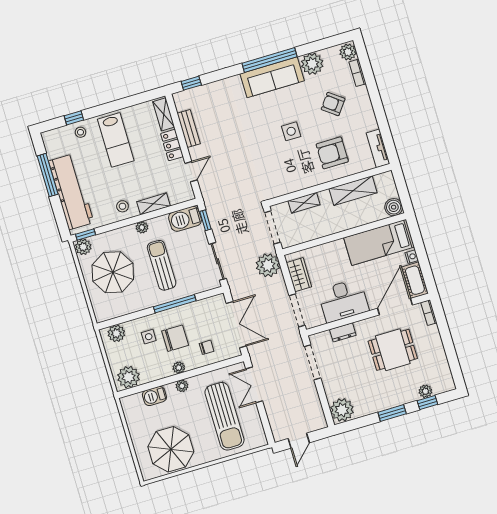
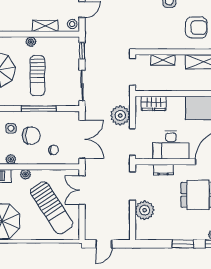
armchair: (332, 153) -> (196, 28), turned 180
stool: (122, 206) -> (72, 24), moved
barbecue: (185, 219) -> (66, 45), removed
sun lounger: (162, 265) -> (37, 76), turned 180
plant: (268, 265) -> (120, 115), moved
wardrobe: (299, 275) -> (154, 103), moved, turned 90
plant: (179, 368) -> (11, 159), moved
plant: (342, 410) -> (145, 210), moved
sun lounger: (224, 416) -> (52, 208), turned -33

